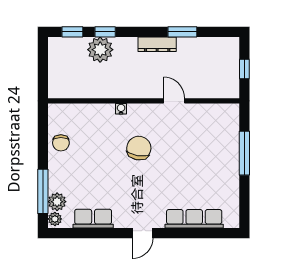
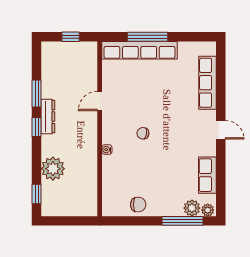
window: (105, 32) -> (37, 127), moved
row of seats: (230, 144) -> (140, 50), added
chair: (139, 148) -> (143, 133), width x0.54, depth x0.54

